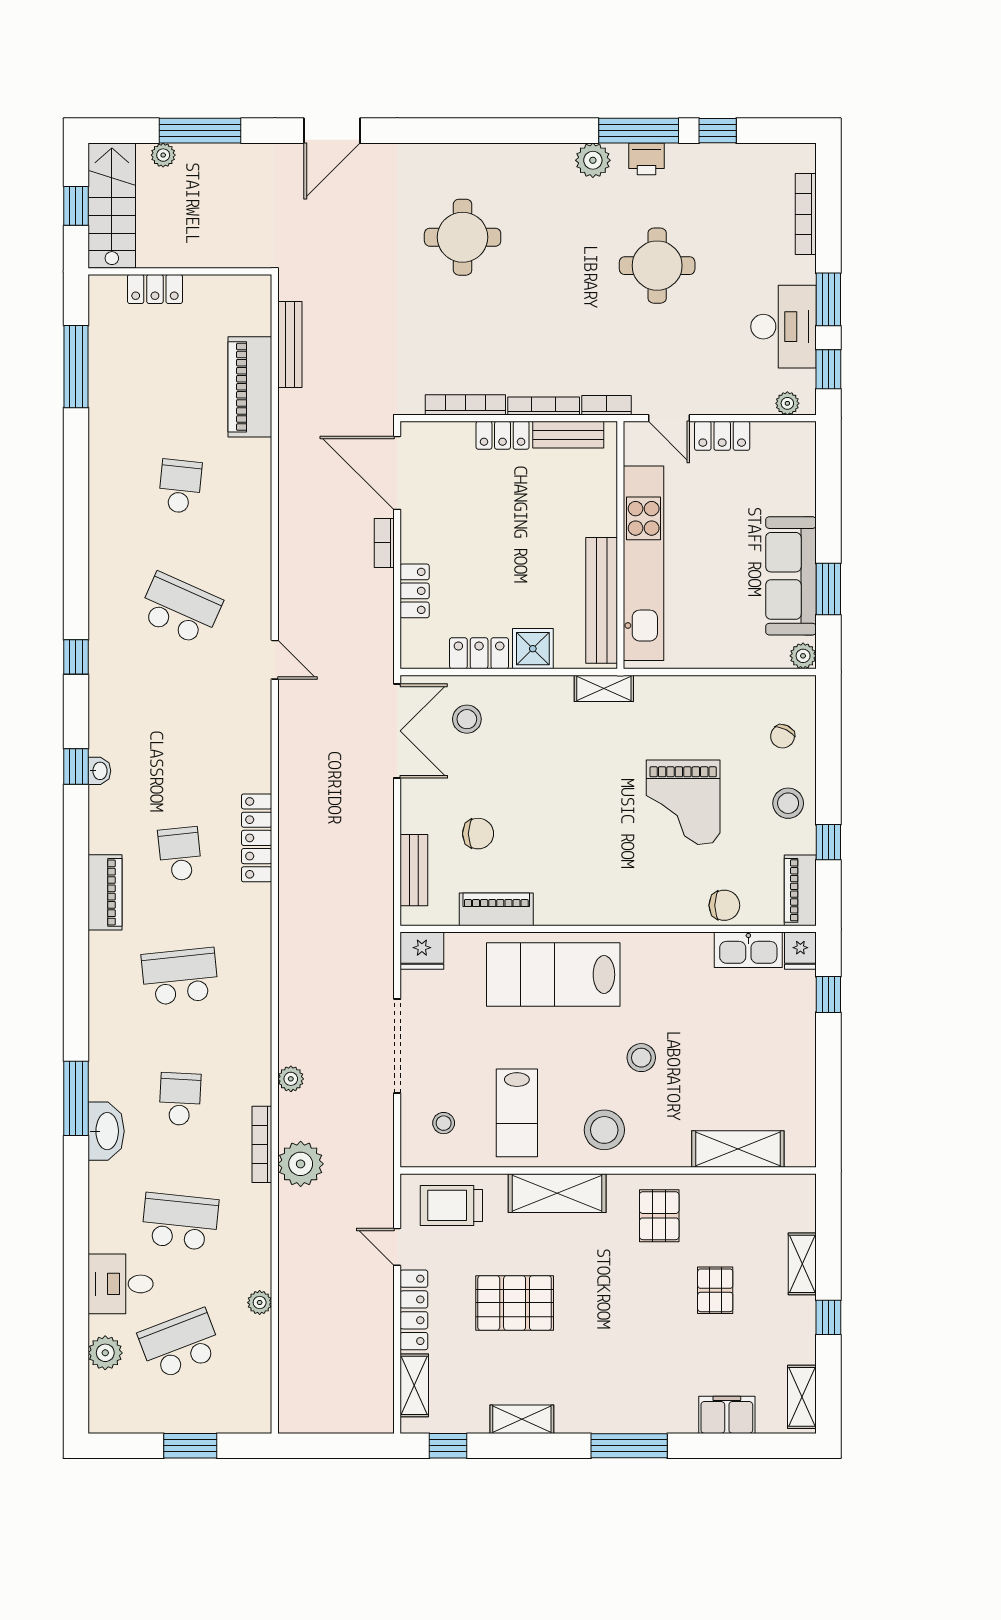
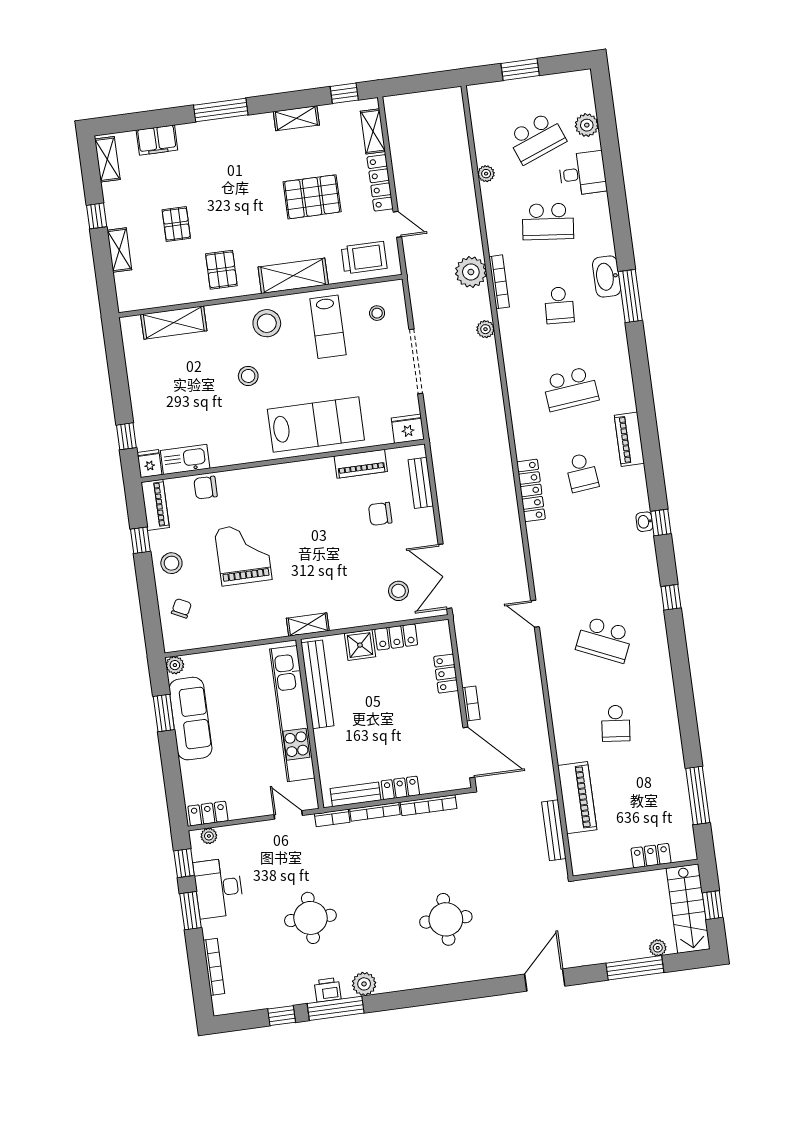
locker: (722, 436) -> (208, 814), moved
lab bench: (517, 1113) -> (328, 327), turned 180

